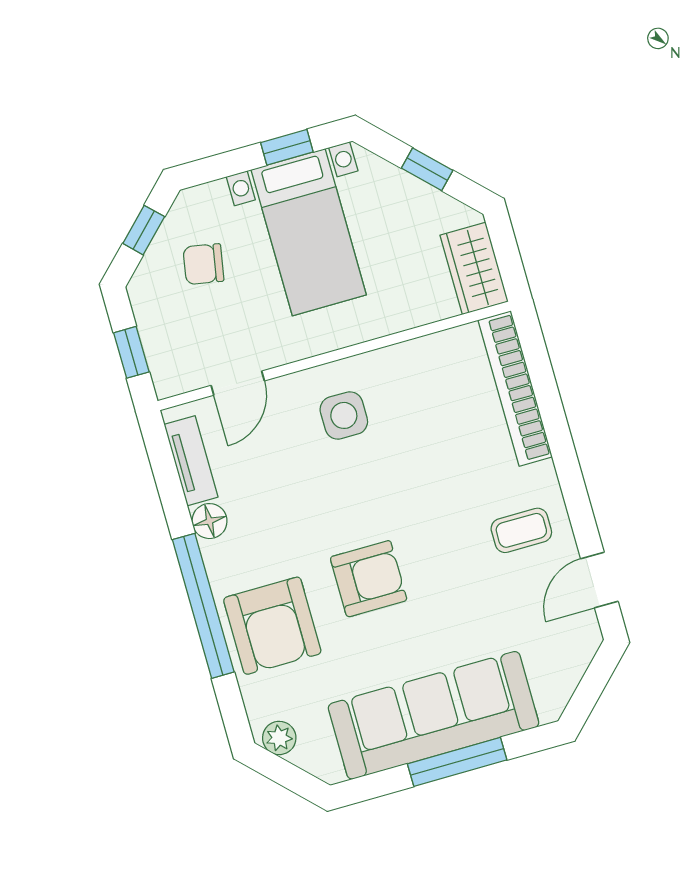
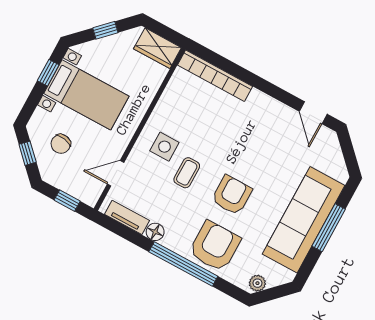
door: (238, 383) -> (116, 173), swing flipped
coffee table: (521, 530) -> (187, 173), moved
armchair: (272, 626) -> (215, 246), turned -90

